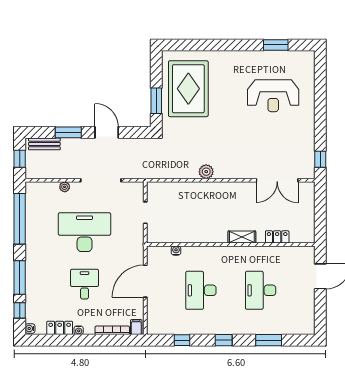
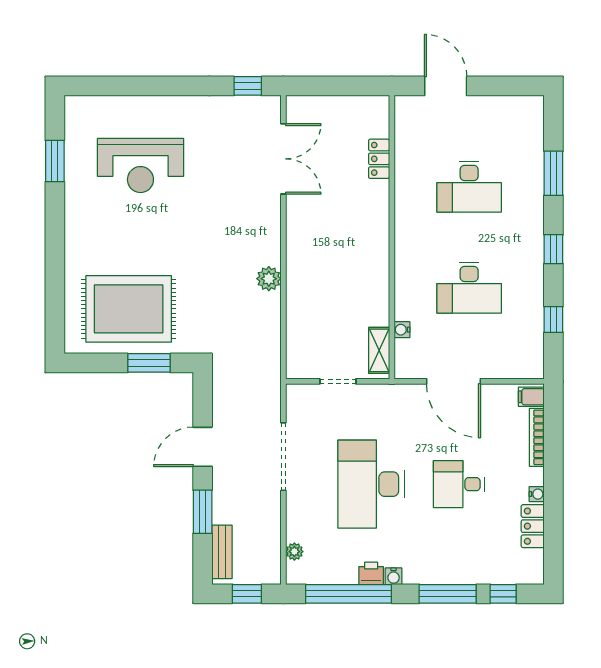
reception desk: (273, 96) -> (140, 165), turned 90
plant: (65, 187) -> (294, 552), moved
printer: (32, 232) -> (371, 573), added
shelving: (242, 237) -> (379, 350), moved
water cooler: (30, 329) -> (394, 576), moved

